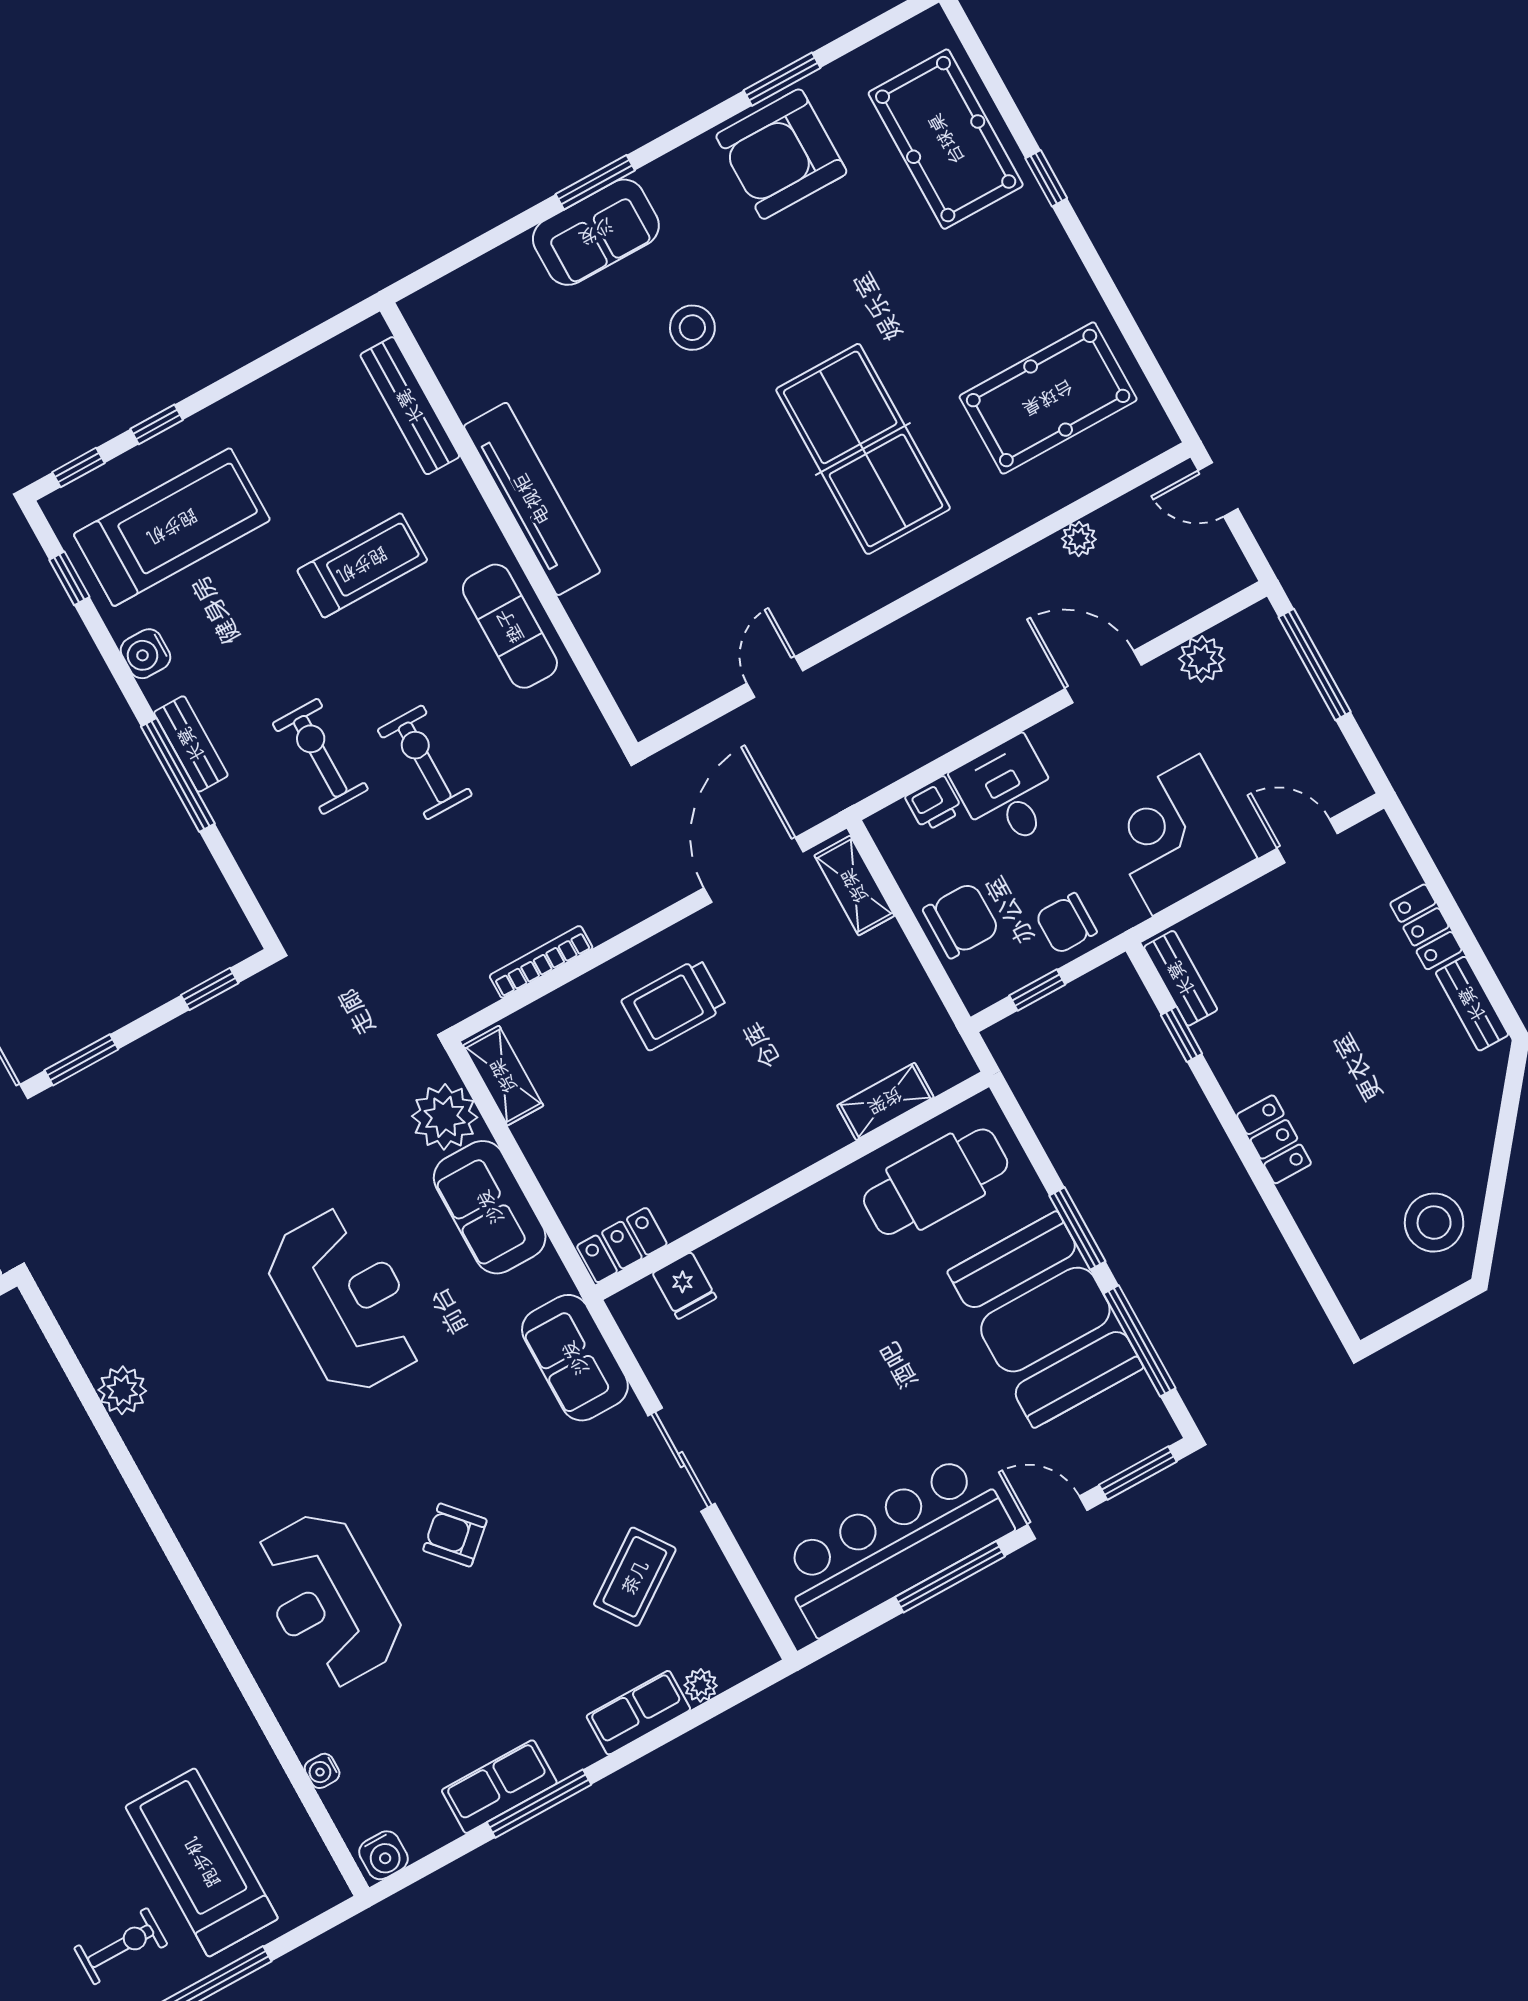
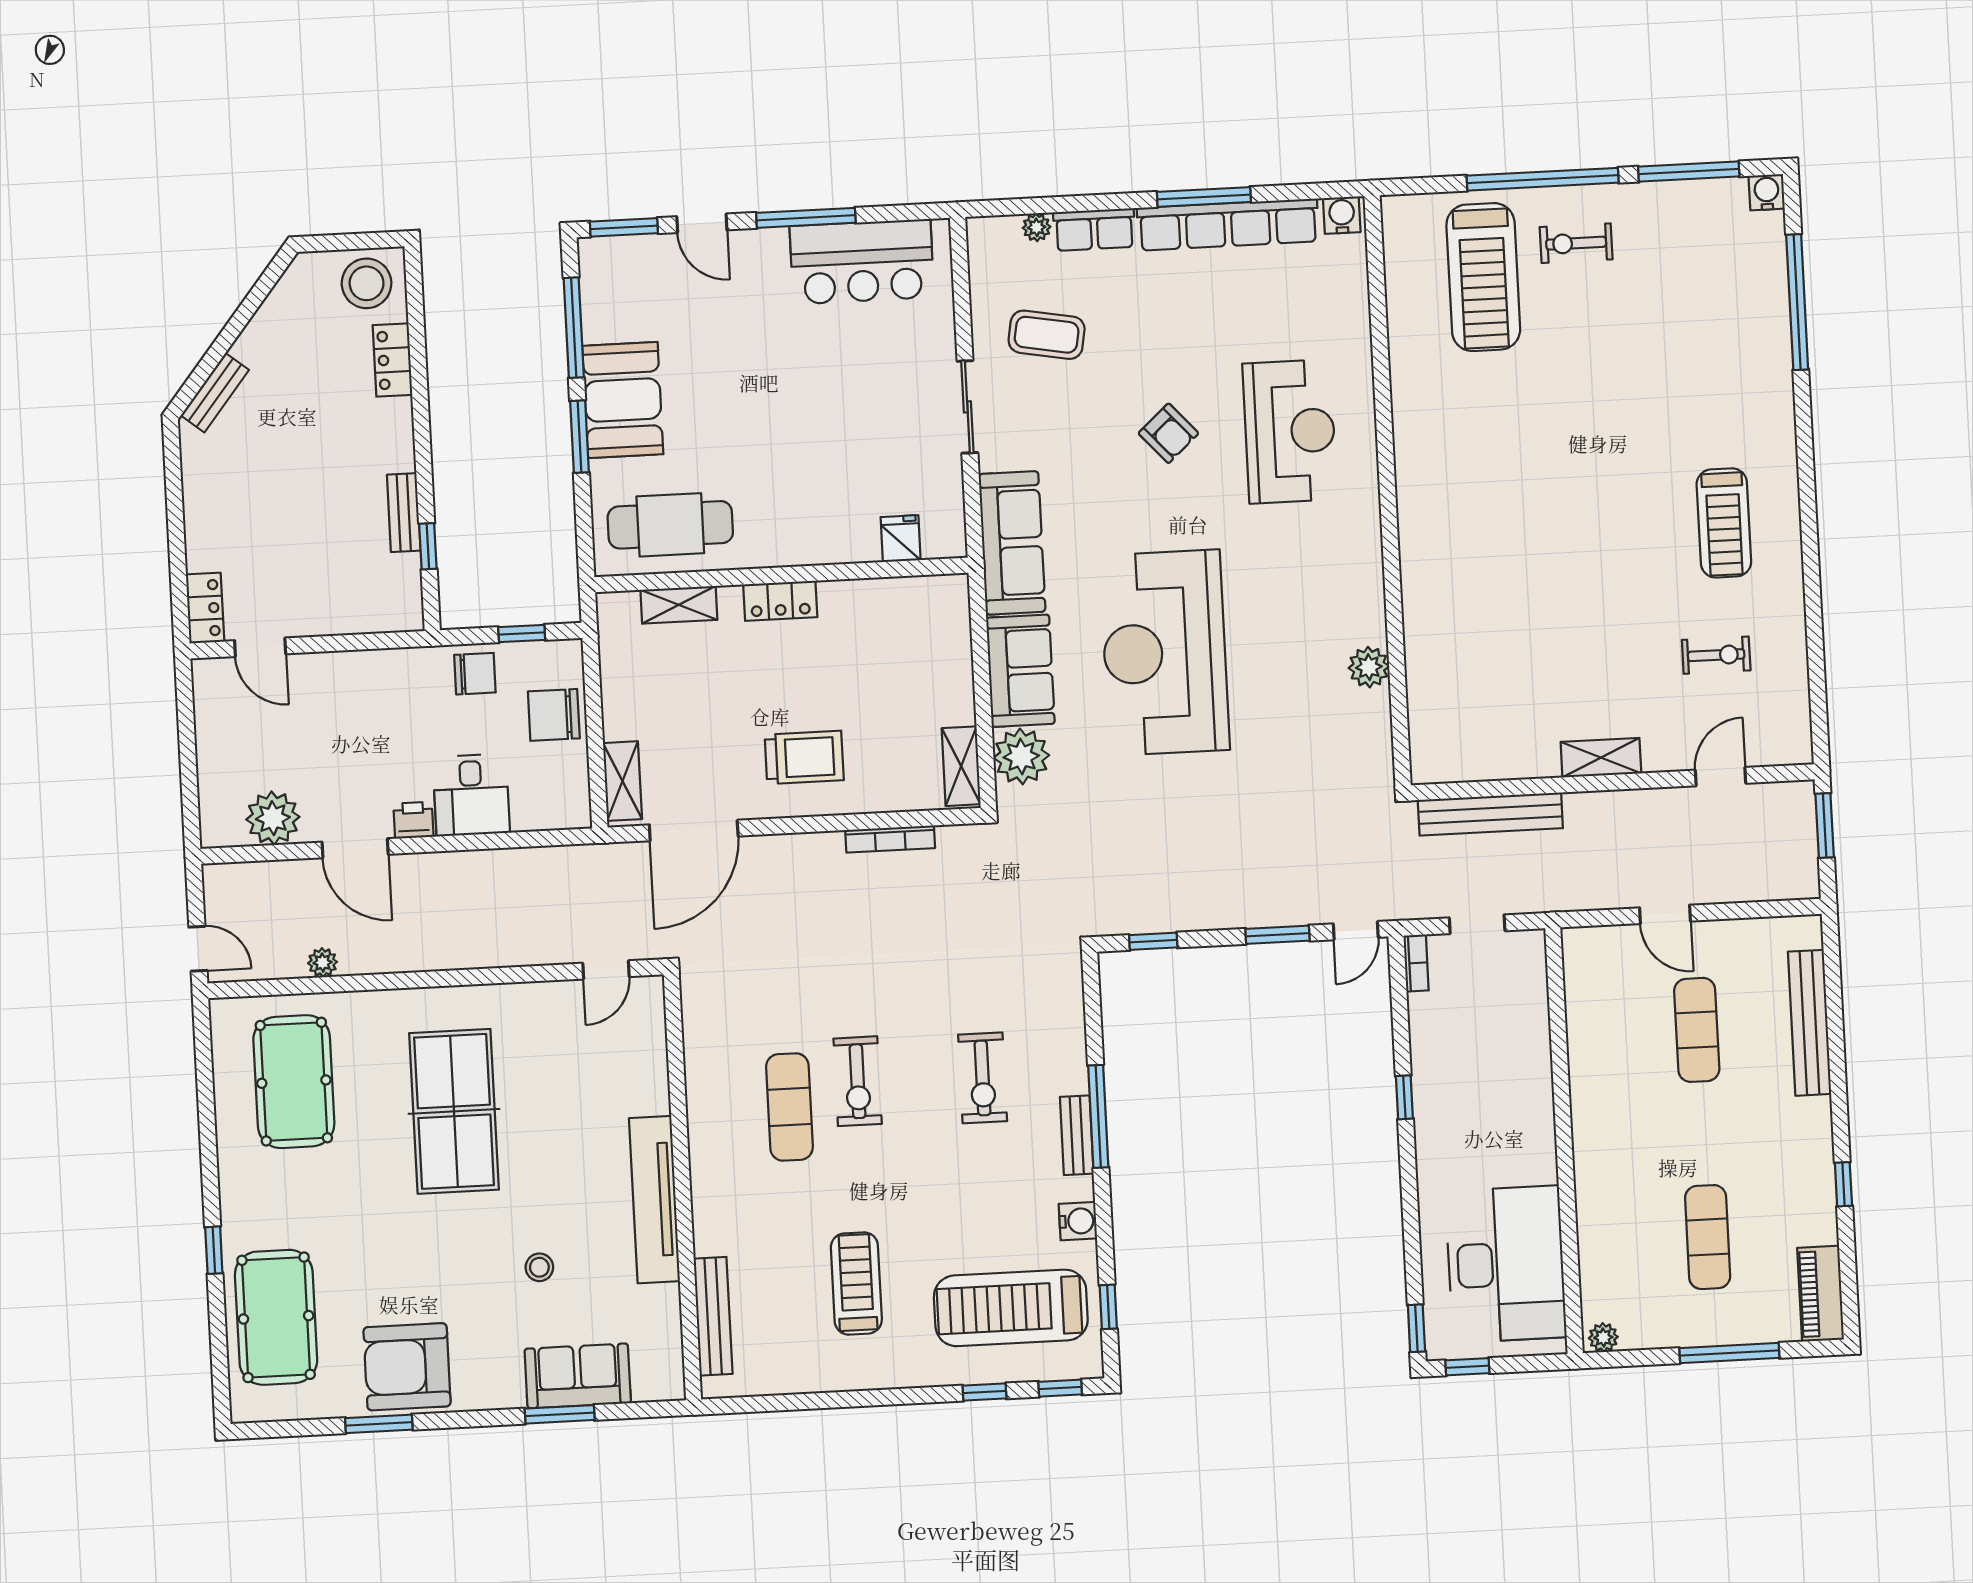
armchair: (781, 154) -> (407, 1367), turned 180
stool: (692, 328) -> (539, 1267), width x0.73, depth x0.73
pool table: (1048, 398) -> (294, 1082), turned 90
bench: (410, 406) -> (713, 1316), moved
tv unit: (532, 499) -> (654, 1200), moved
wall: (509, 527) -> (682, 1187), moved
treadmill: (362, 565) -> (856, 1283), moved, turned 90
plant: (1202, 659) -> (273, 818), width x1.36, depth x1.36
window: (1315, 664) -> (189, 779), removed
exercise bike: (425, 762) -> (858, 1081), moved
printer: (934, 804) -> (413, 820), moved
corner desk: (1176, 835) -> (358, 701), removed
locker: (1426, 927) -> (205, 608), moved
bench: (1181, 978) -> (404, 513), moved
bench: (1472, 1004) -> (215, 393), moved, turned 39
locker: (1274, 1139) -> (392, 360), moved
stool: (1434, 1223) -> (367, 283), moved
locker: (622, 1245) -> (780, 601), moved
reception desk: (346, 1301) -> (1165, 653), width x1.36, depth x1.30
booth: (1045, 1320) -> (623, 400), width x0.73, depth x0.70
sofa: (575, 1358) -> (1012, 543), width x1.36
bar counter: (895, 1545) -> (862, 262), width x0.73
coffee table: (635, 1577) -> (1047, 335), turned 45
water cooler: (322, 1771) -> (1357, 302), removed
row of seats: (499, 1787) -> (1228, 225), width x2.02

